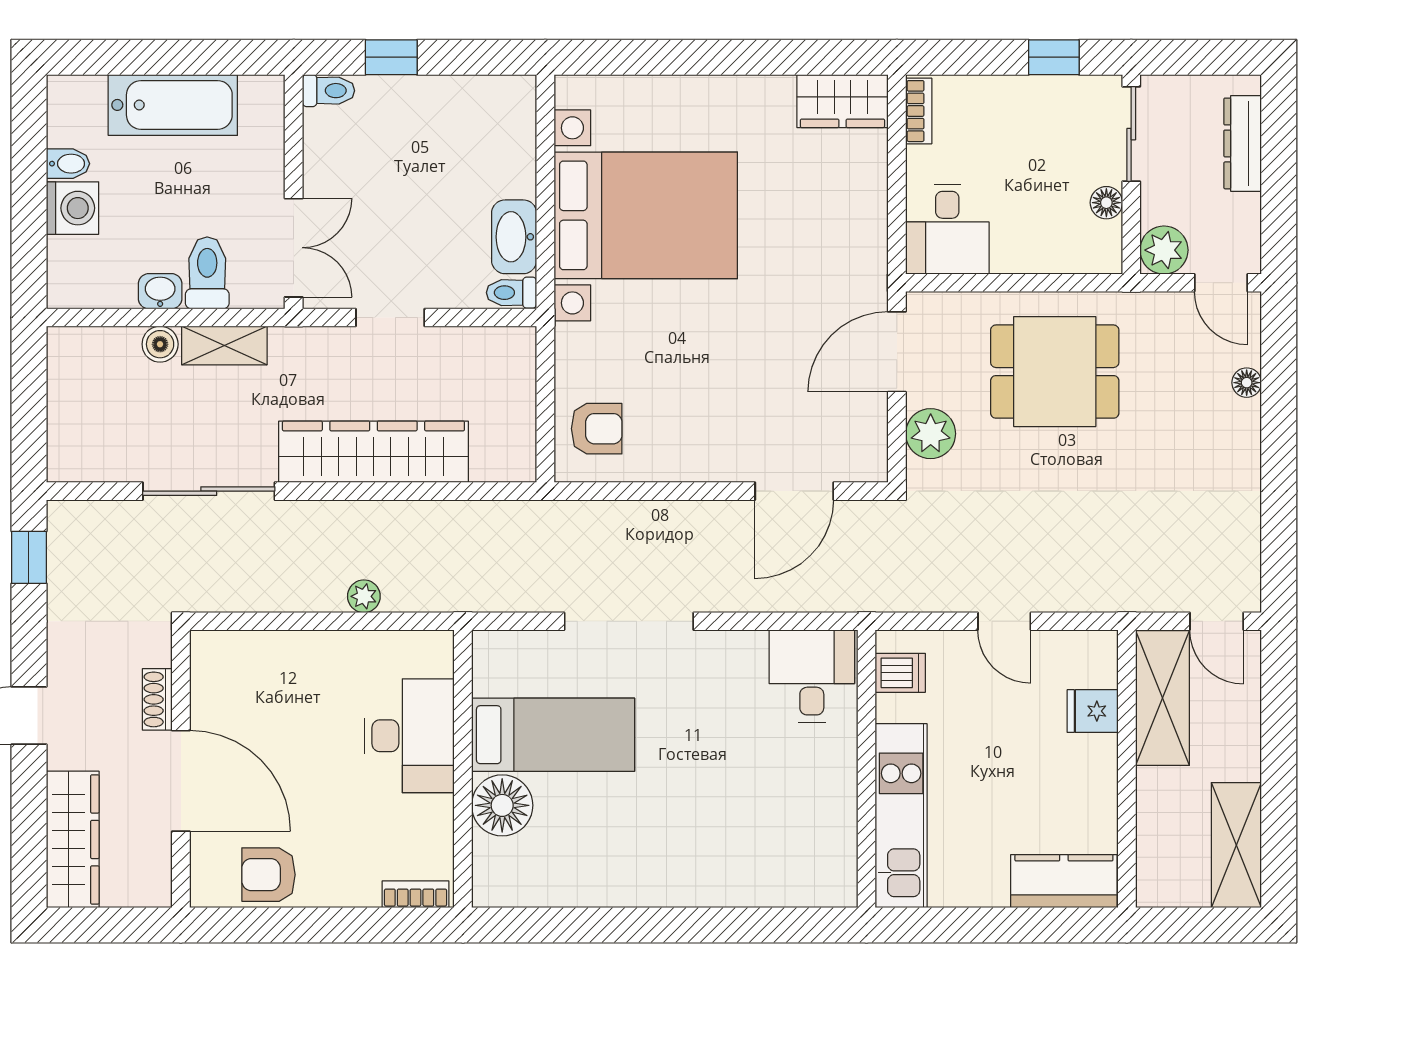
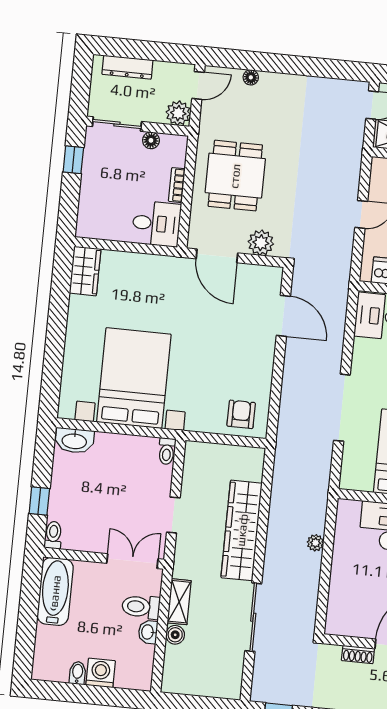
bathtub: (173, 105) -> (55, 591), moved
bookcase: (919, 111) -> (177, 185), moved, turned -90
washbasin: (514, 237) -> (74, 441), moved

